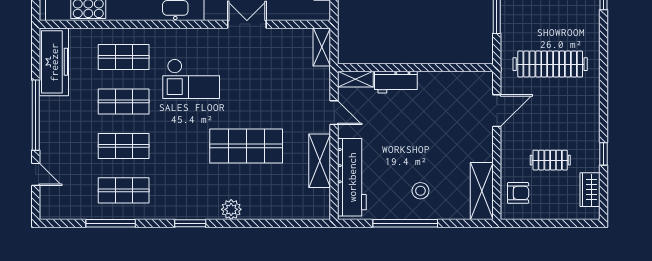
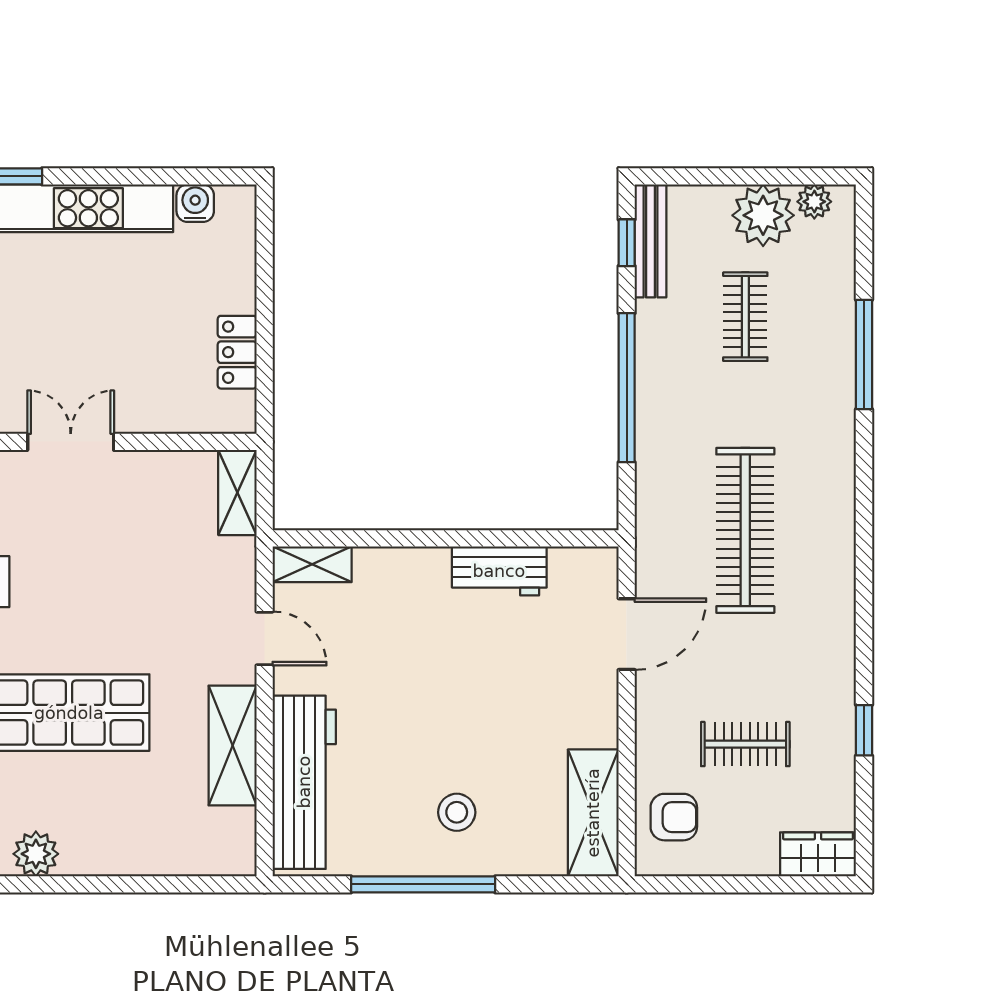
clothes rail: (550, 64) -> (745, 530), turned 90
workbench: (396, 82) -> (499, 571), moved
wardrobe: (590, 190) -> (818, 854), moved, turned 90

